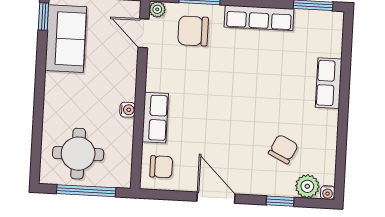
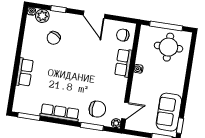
door: (144, 33) -> (125, 111), hinge flipped

